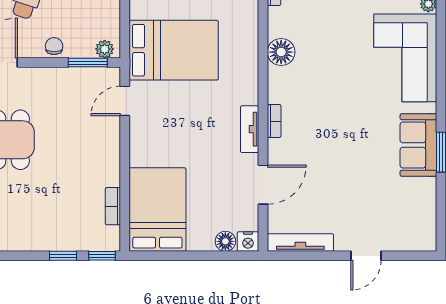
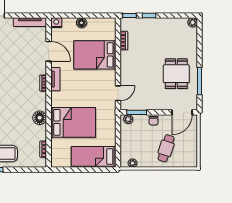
bed: (174, 50) -> (73, 122), moved, turned 180
door: (263, 185) -> (49, 51), swing flipped
bed: (157, 209) -> (95, 55), moved, turned 90
floor lamp: (225, 241) -> (82, 23), moved

